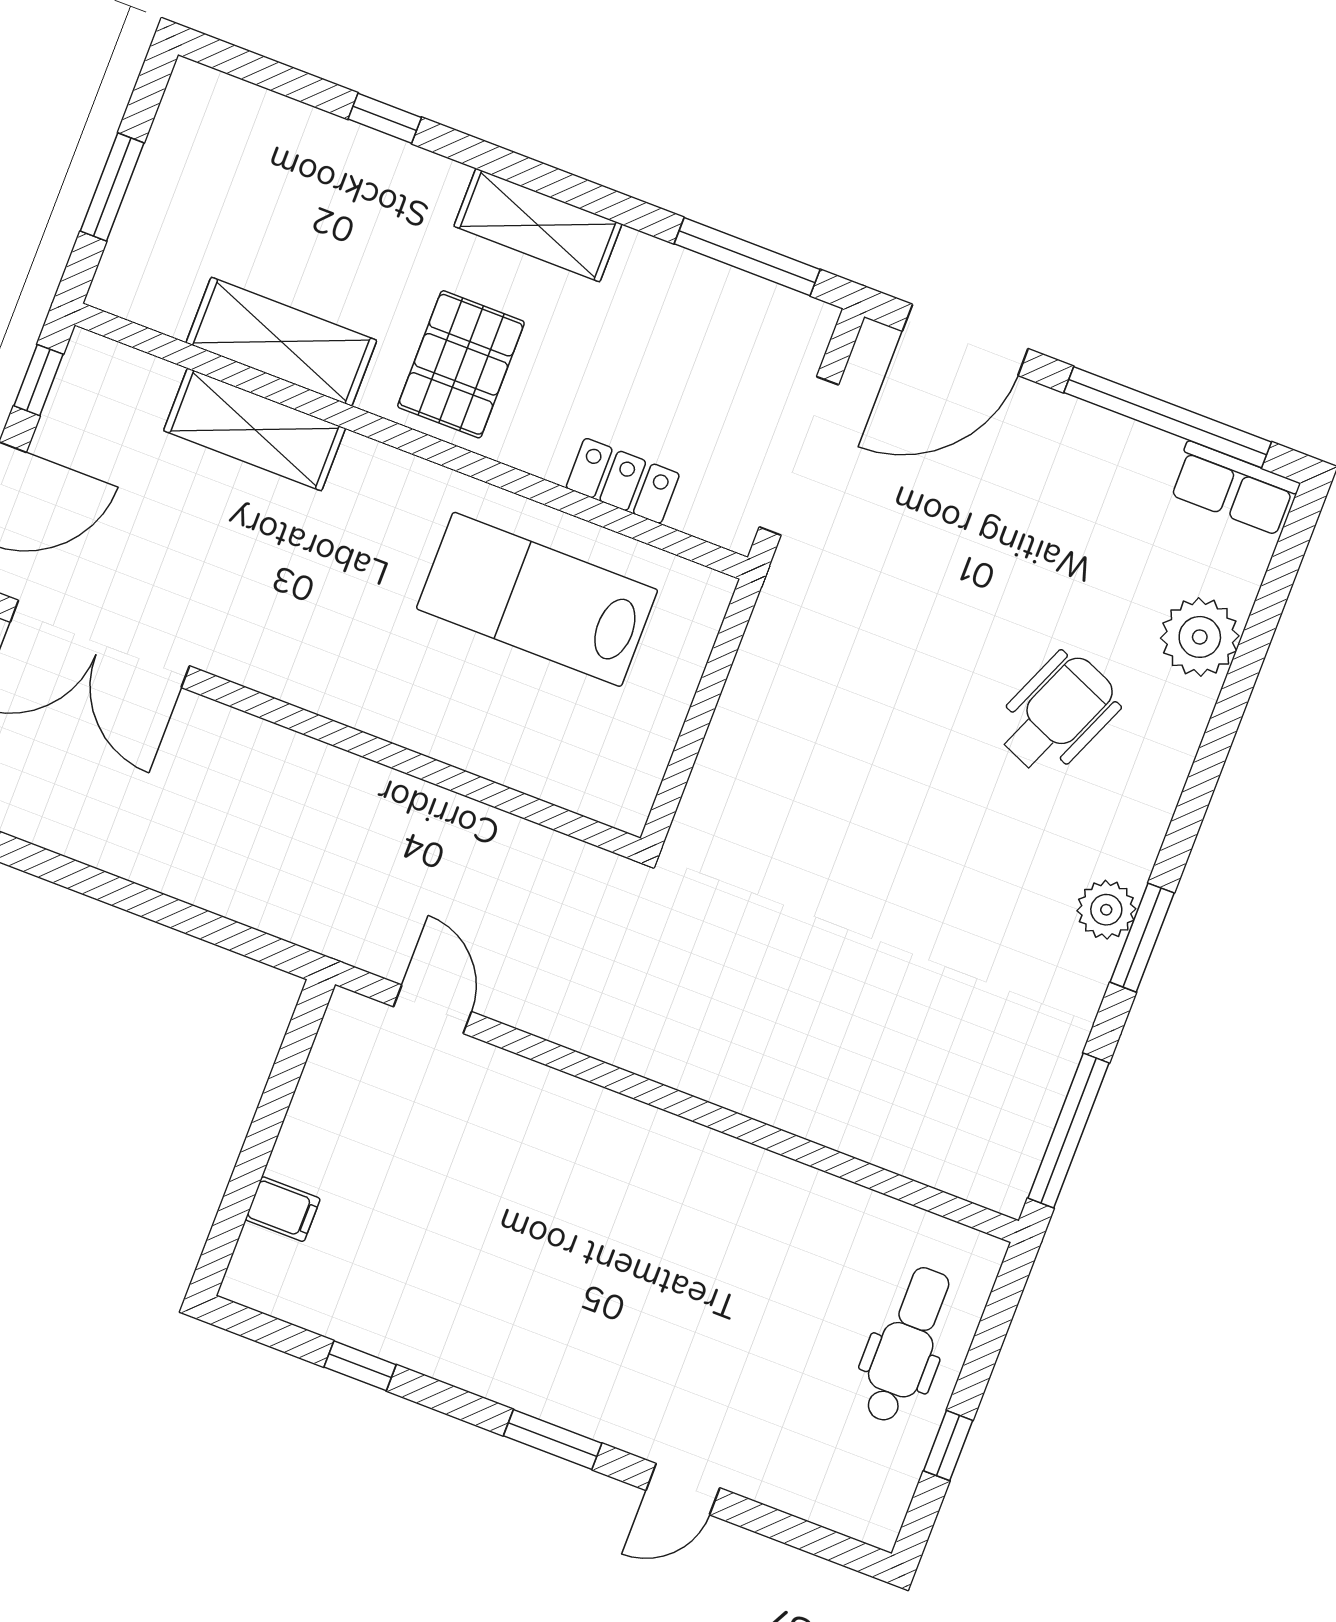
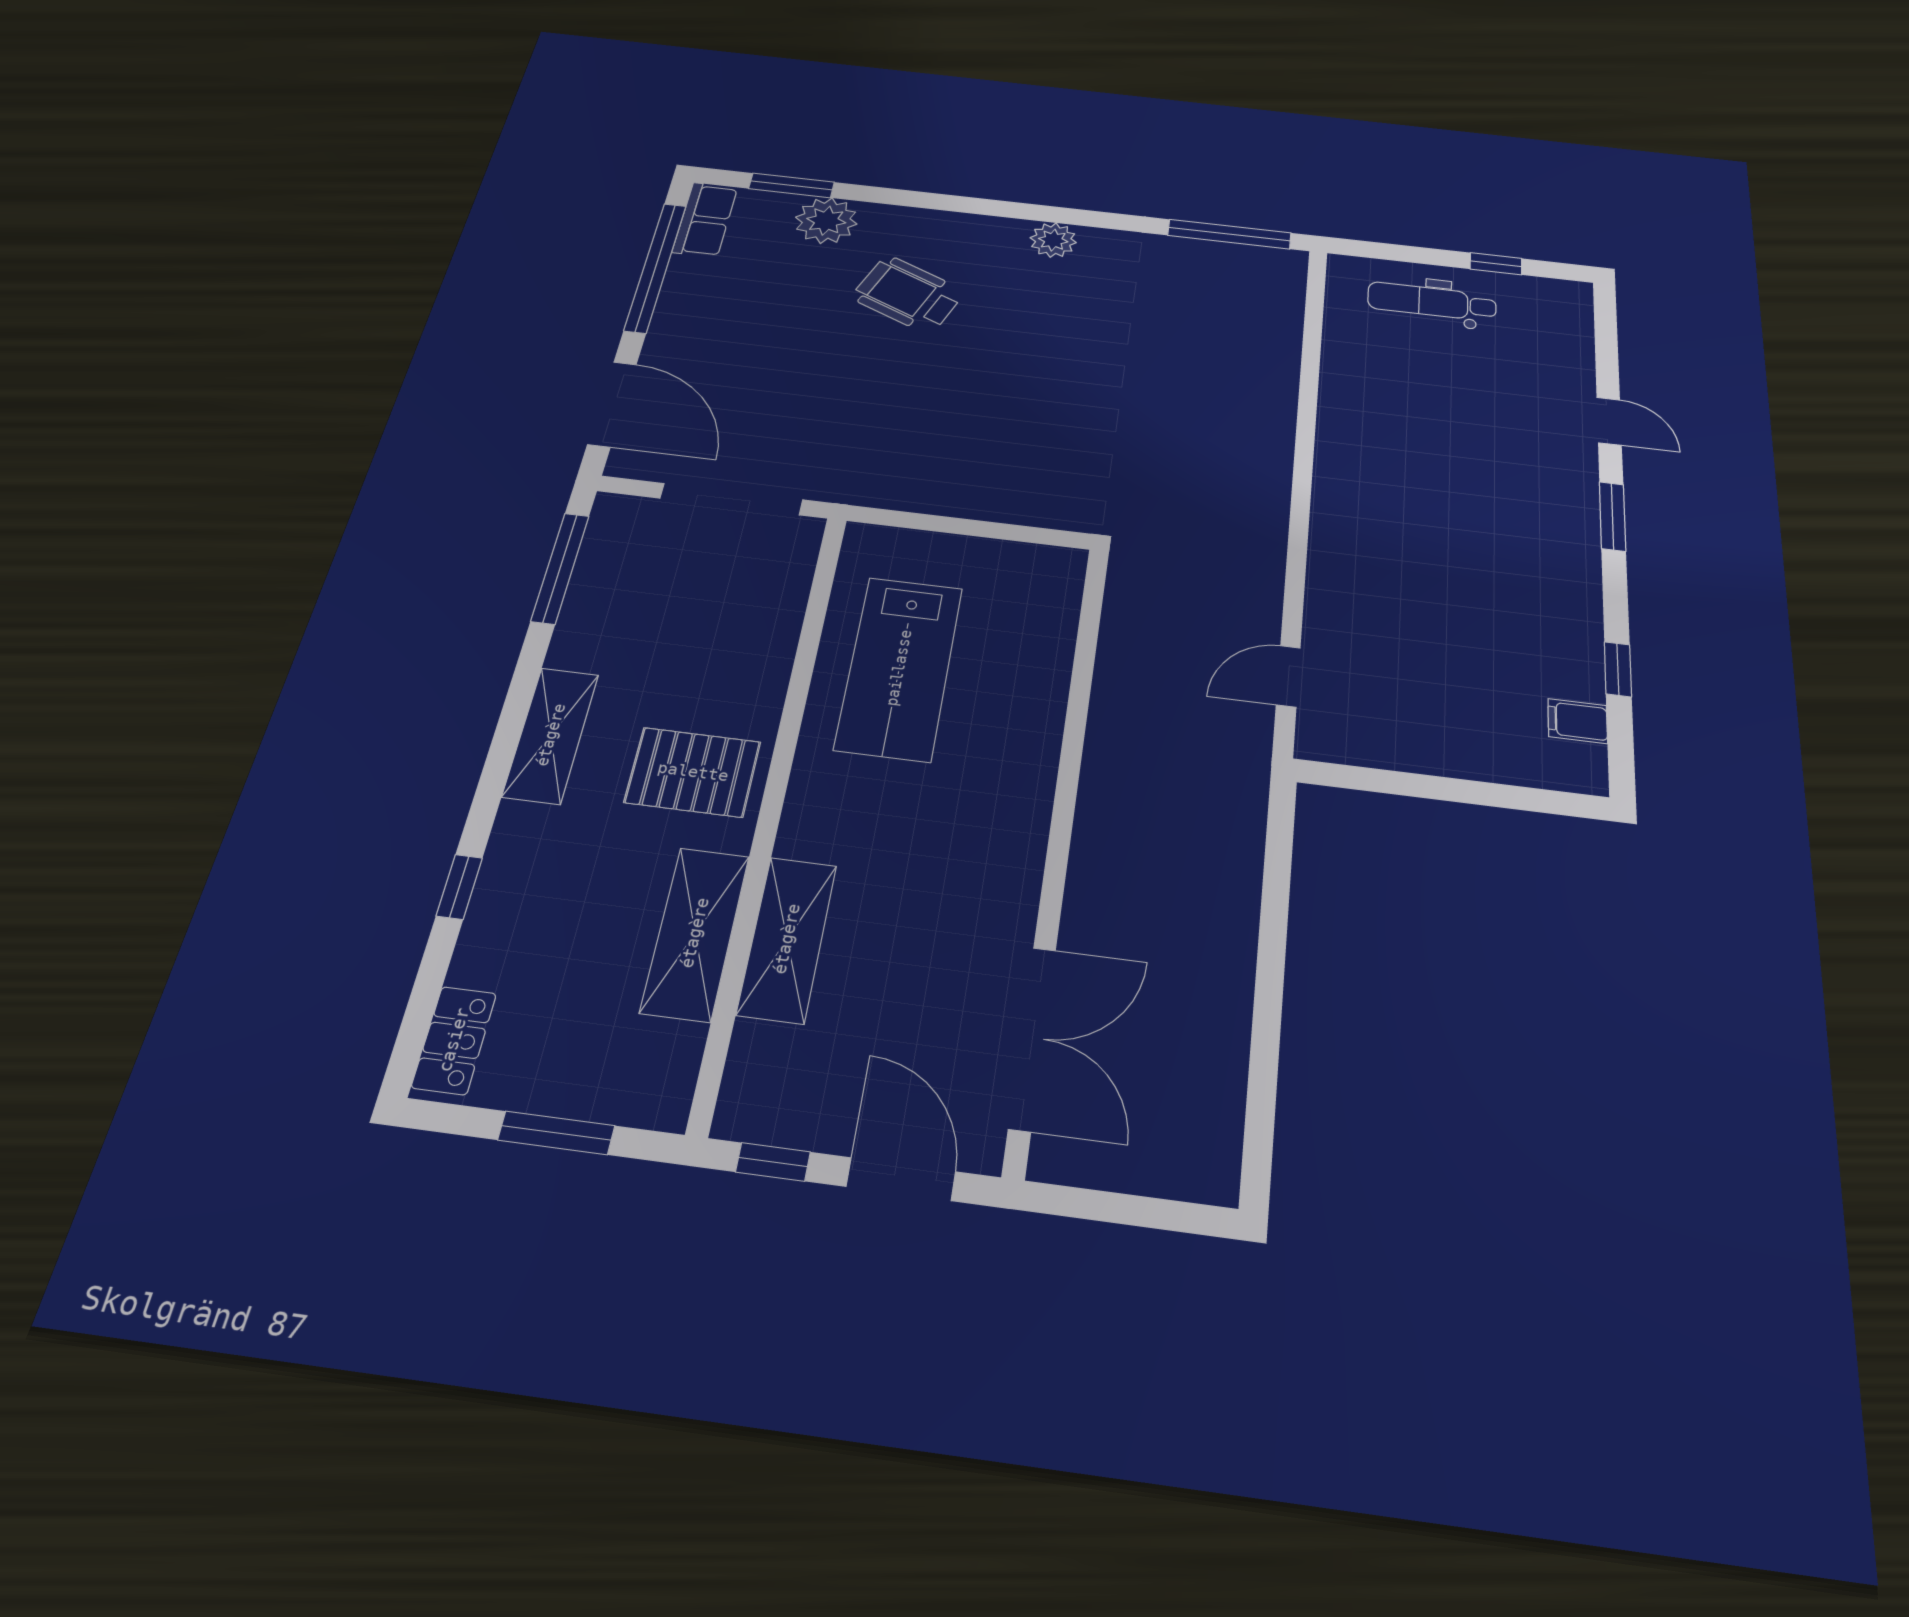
locker: (623, 481) -> (454, 1040), moved, turned 180
window: (1142, 938) -> (792, 185), moved
filing cabinet: (283, 1209) -> (1578, 721), moved, turned -90

